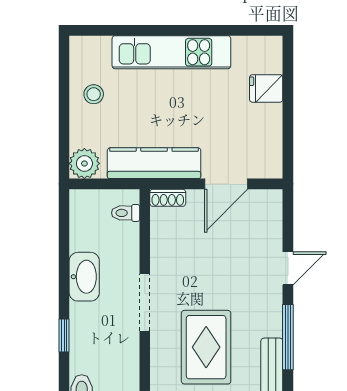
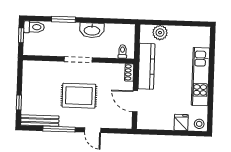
stool: (94, 94) -> (199, 124), moved
plant: (84, 163) -> (160, 33), moved
window: (64, 335) -> (63, 19), width x1.50
rug: (206, 347) -> (79, 96), moved

